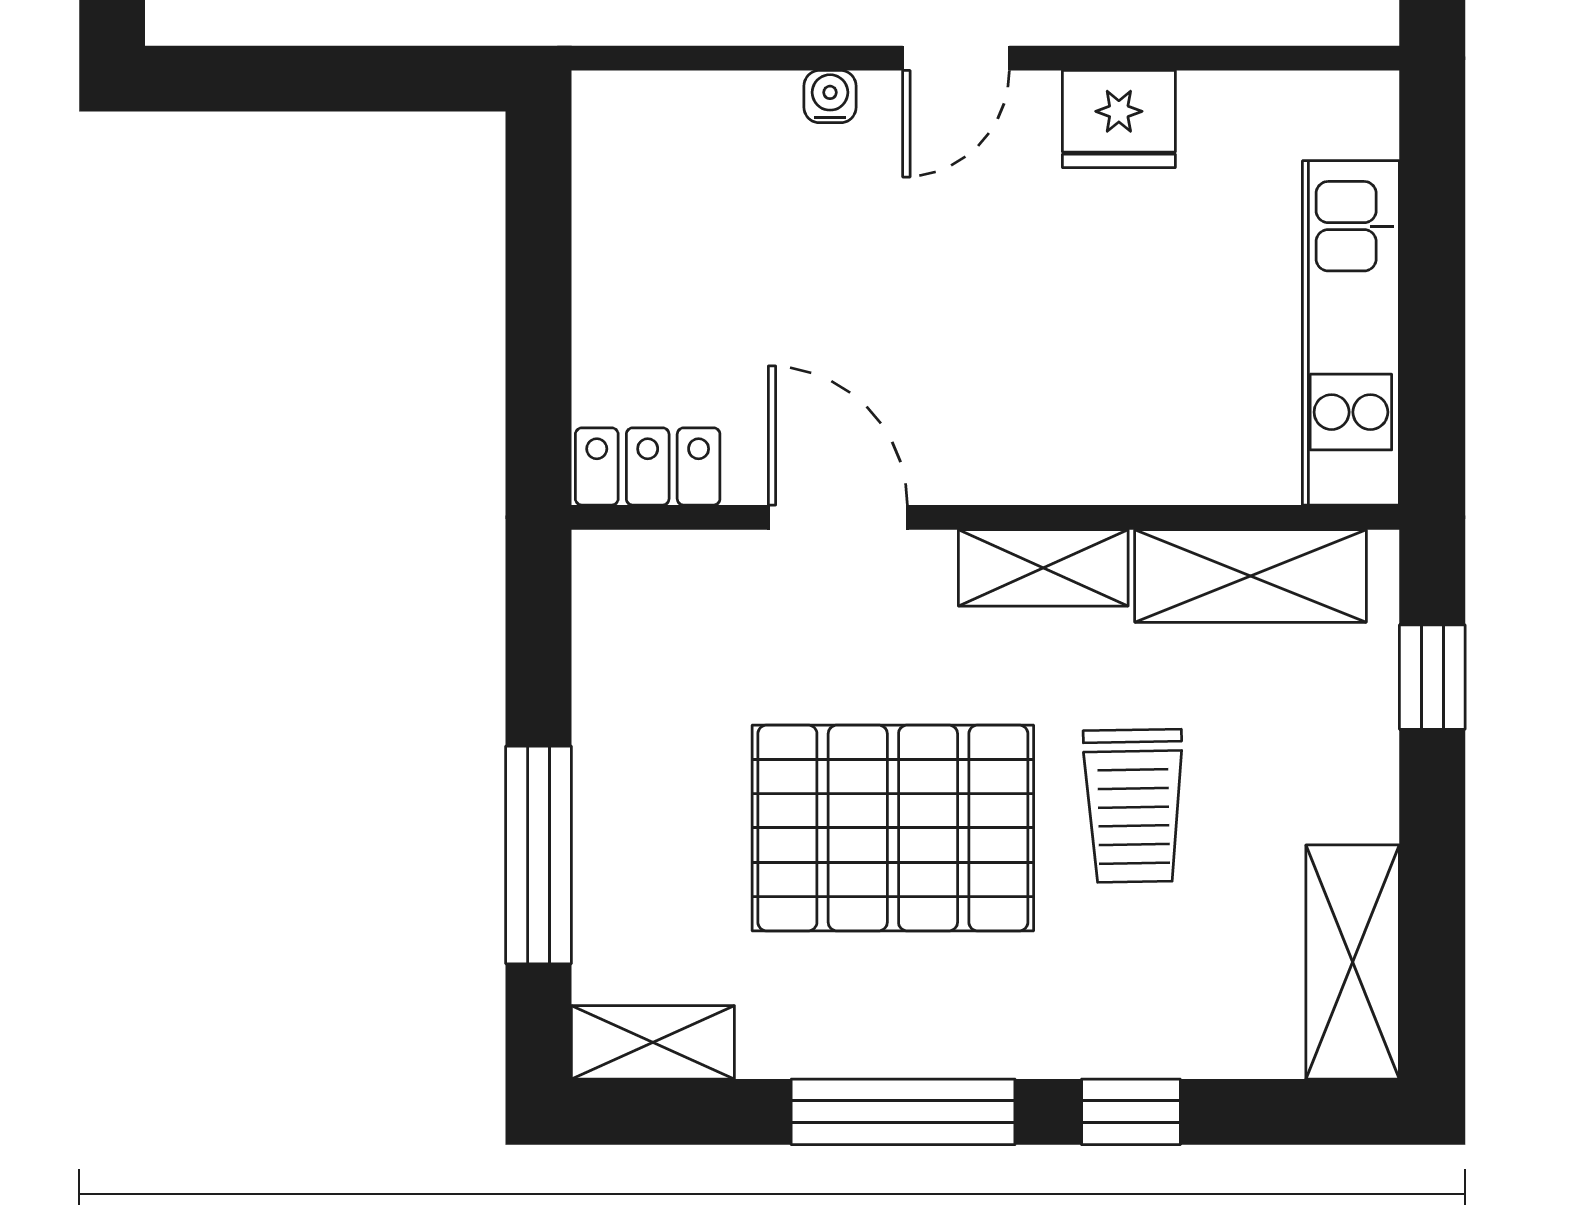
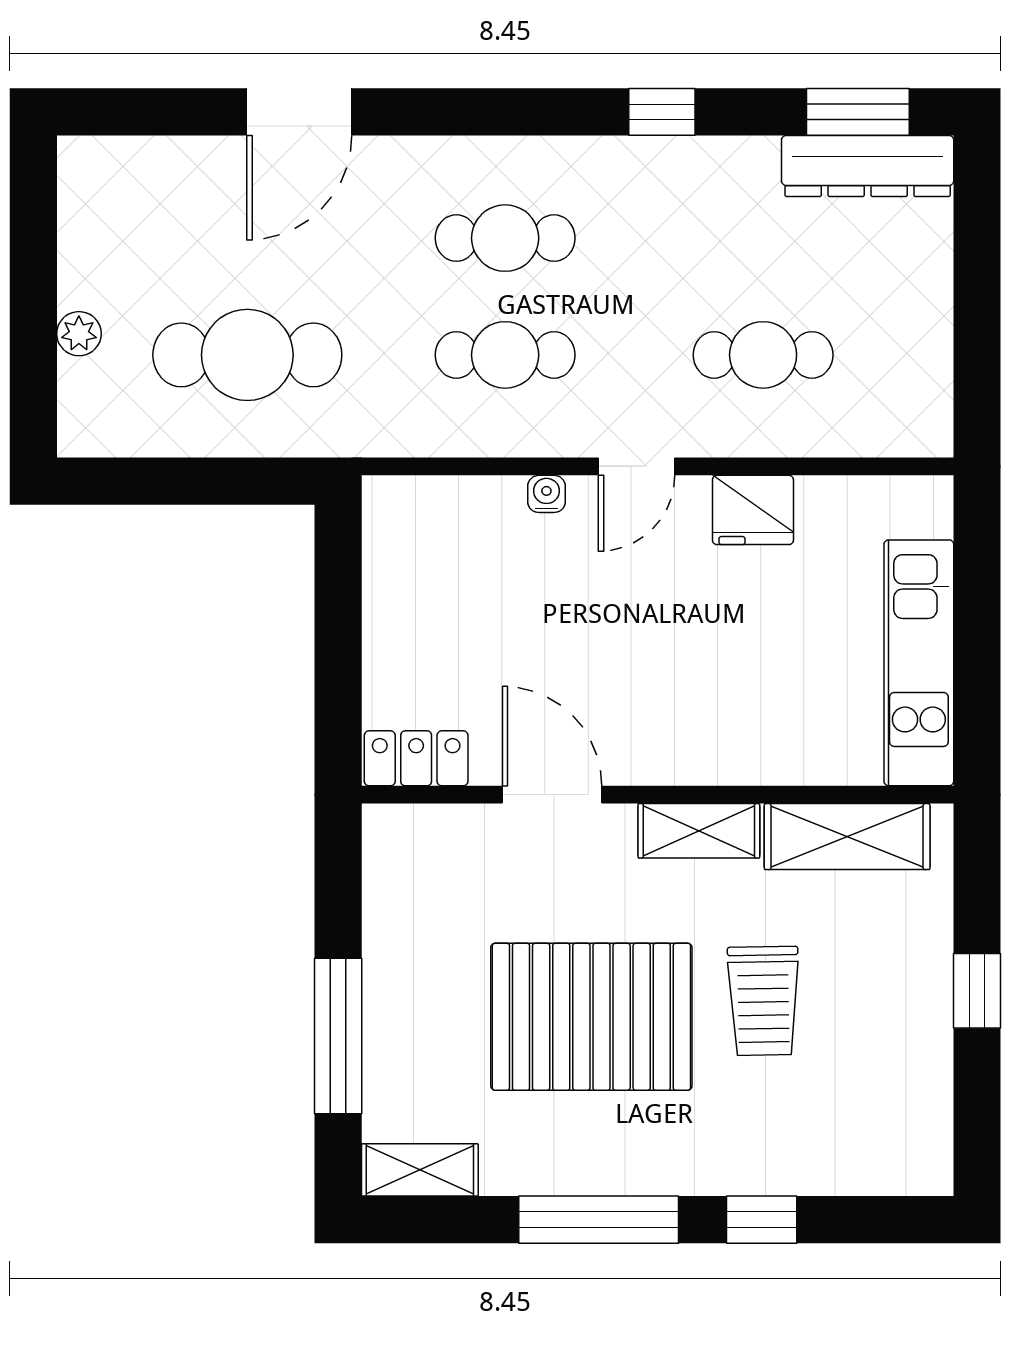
window: (1432, 677) -> (977, 991), moved
shelving: (1353, 962) -> (920, 1113), removed

